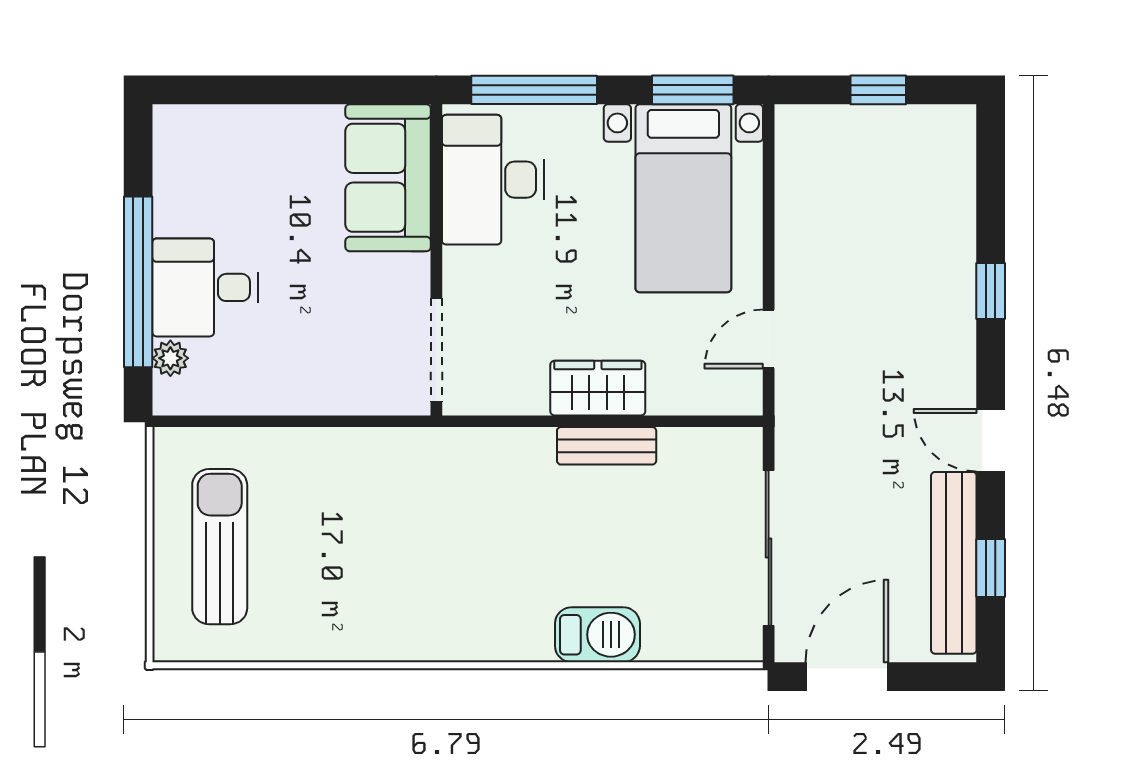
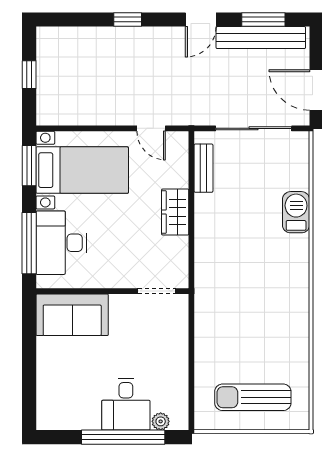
desk: (493, 180) -> (61, 243), moved, turned 90
doorway: (436, 350) -> (157, 291), width x0.73
bench: (607, 446) -> (203, 168), moved
window: (991, 568) -> (263, 20), width x1.50

